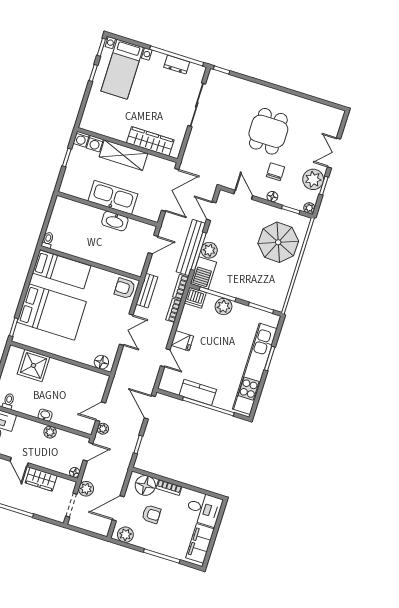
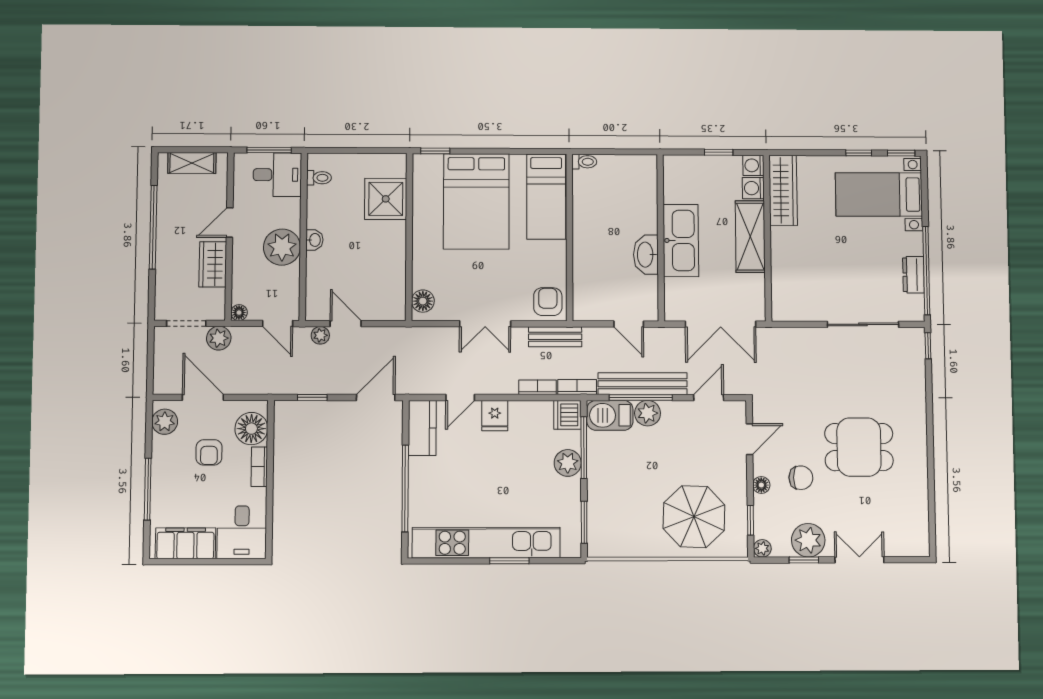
wardrobe: (150, 141) -> (783, 190), moved
kitchen counter: (198, 392) -> (422, 428), moved
plant: (50, 432) -> (282, 247), width x1.88, depth x1.88

